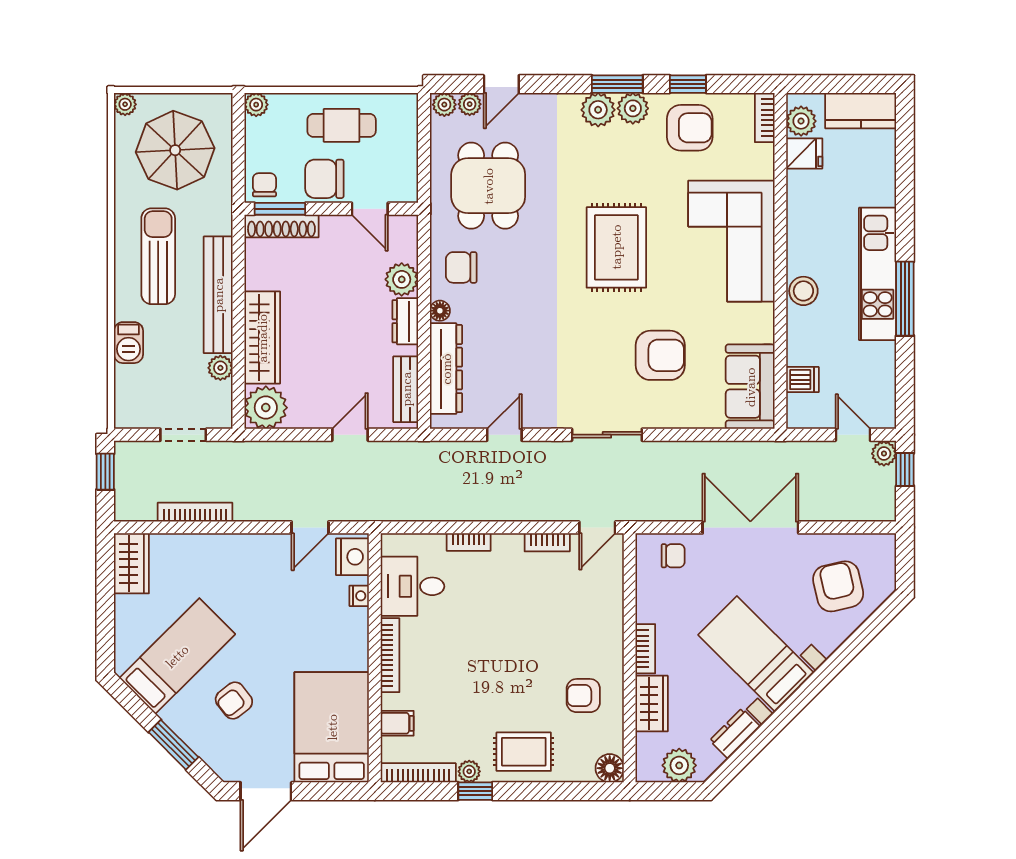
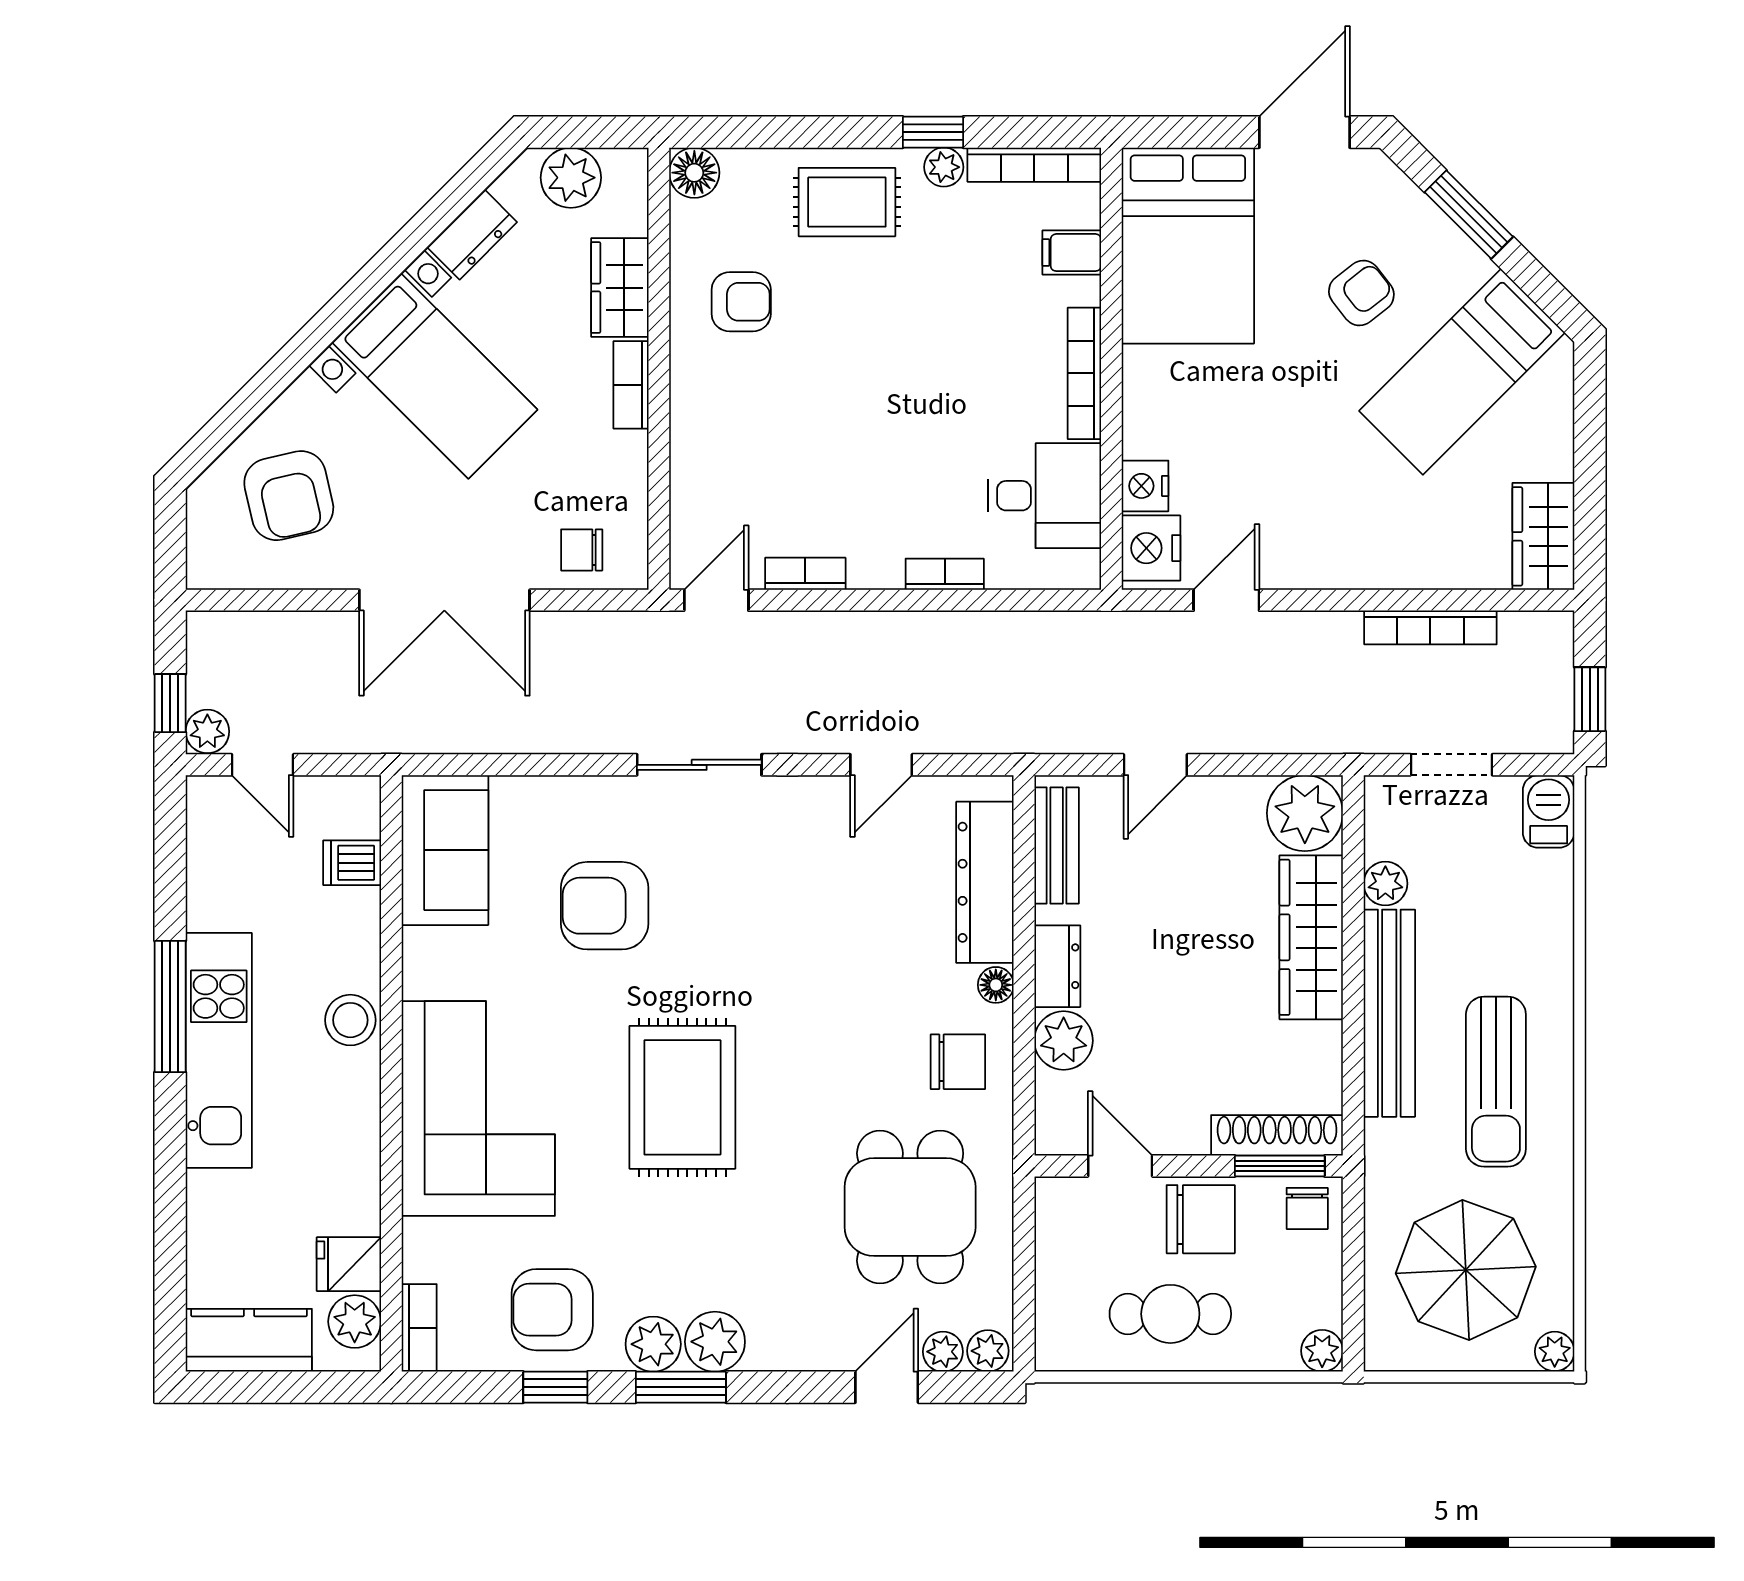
barbecue: (128, 343) -> (1549, 811), moved
nightstand: (359, 596) -> (1145, 486), width x1.39, depth x1.35

